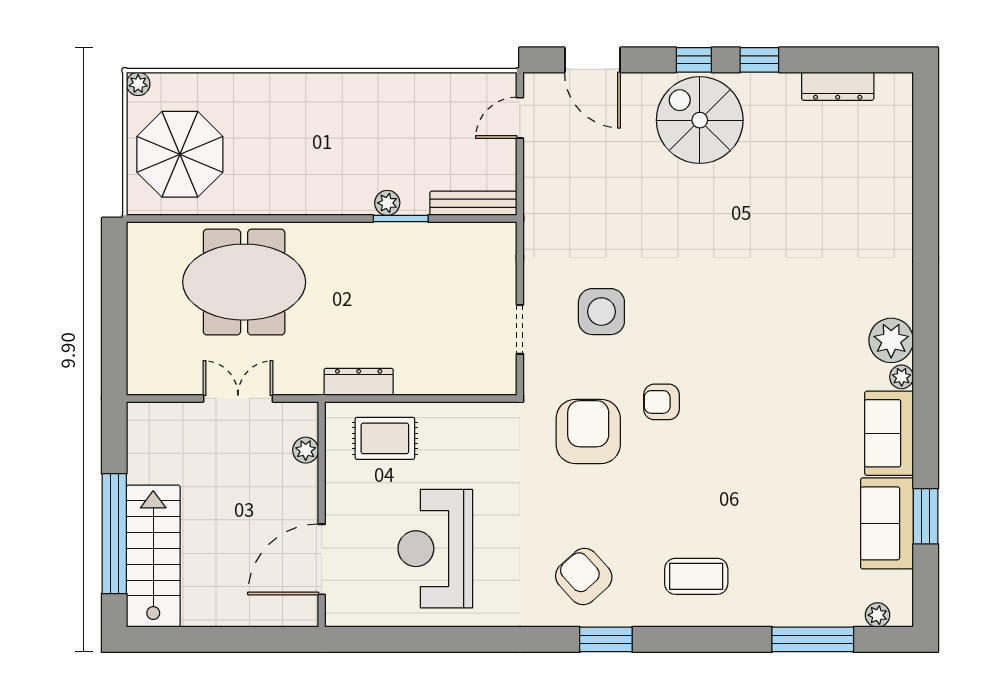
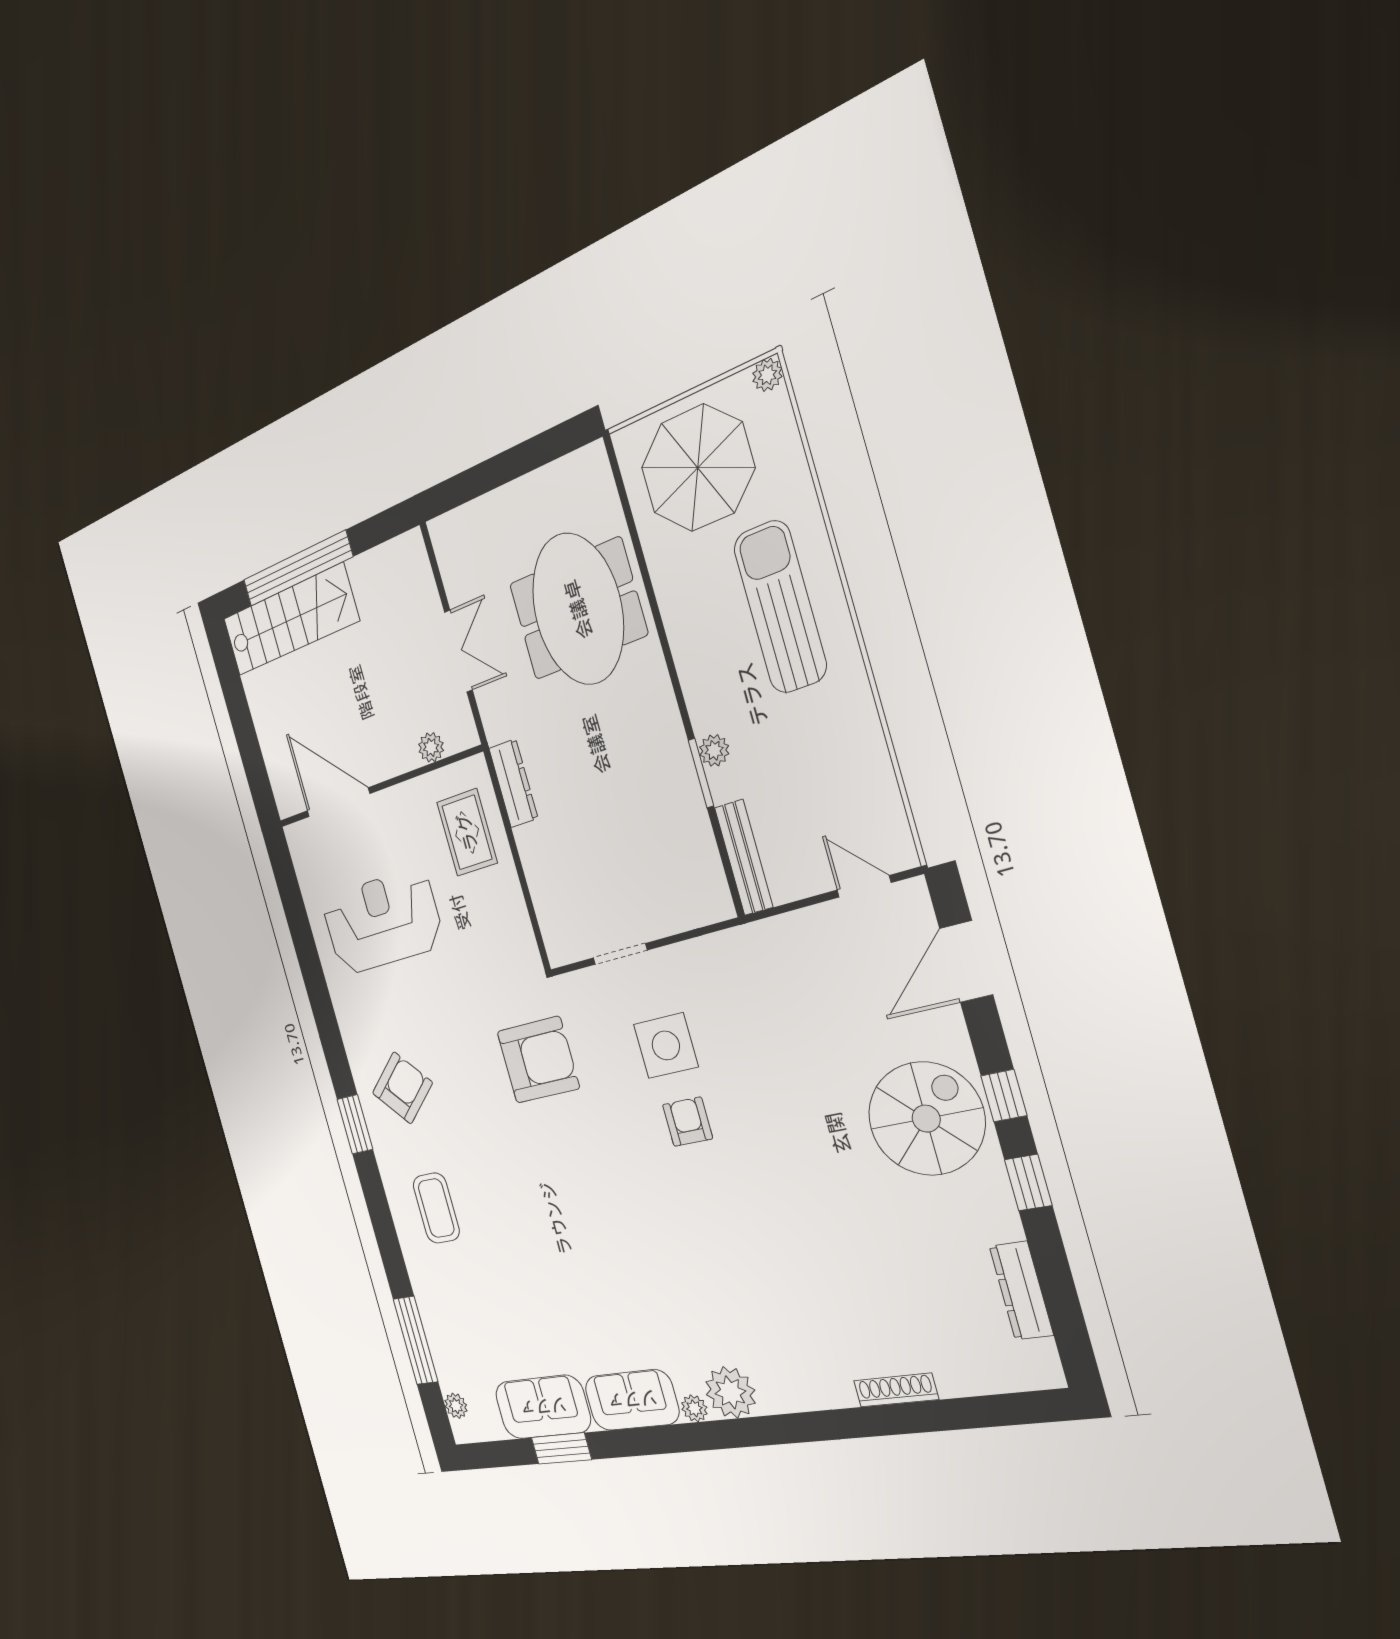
sun lounger: (302, 122) -> (780, 607), added
shoe rack: (903, 201) -> (896, 1390), added
armchair: (661, 402) -> (688, 1122), moved

